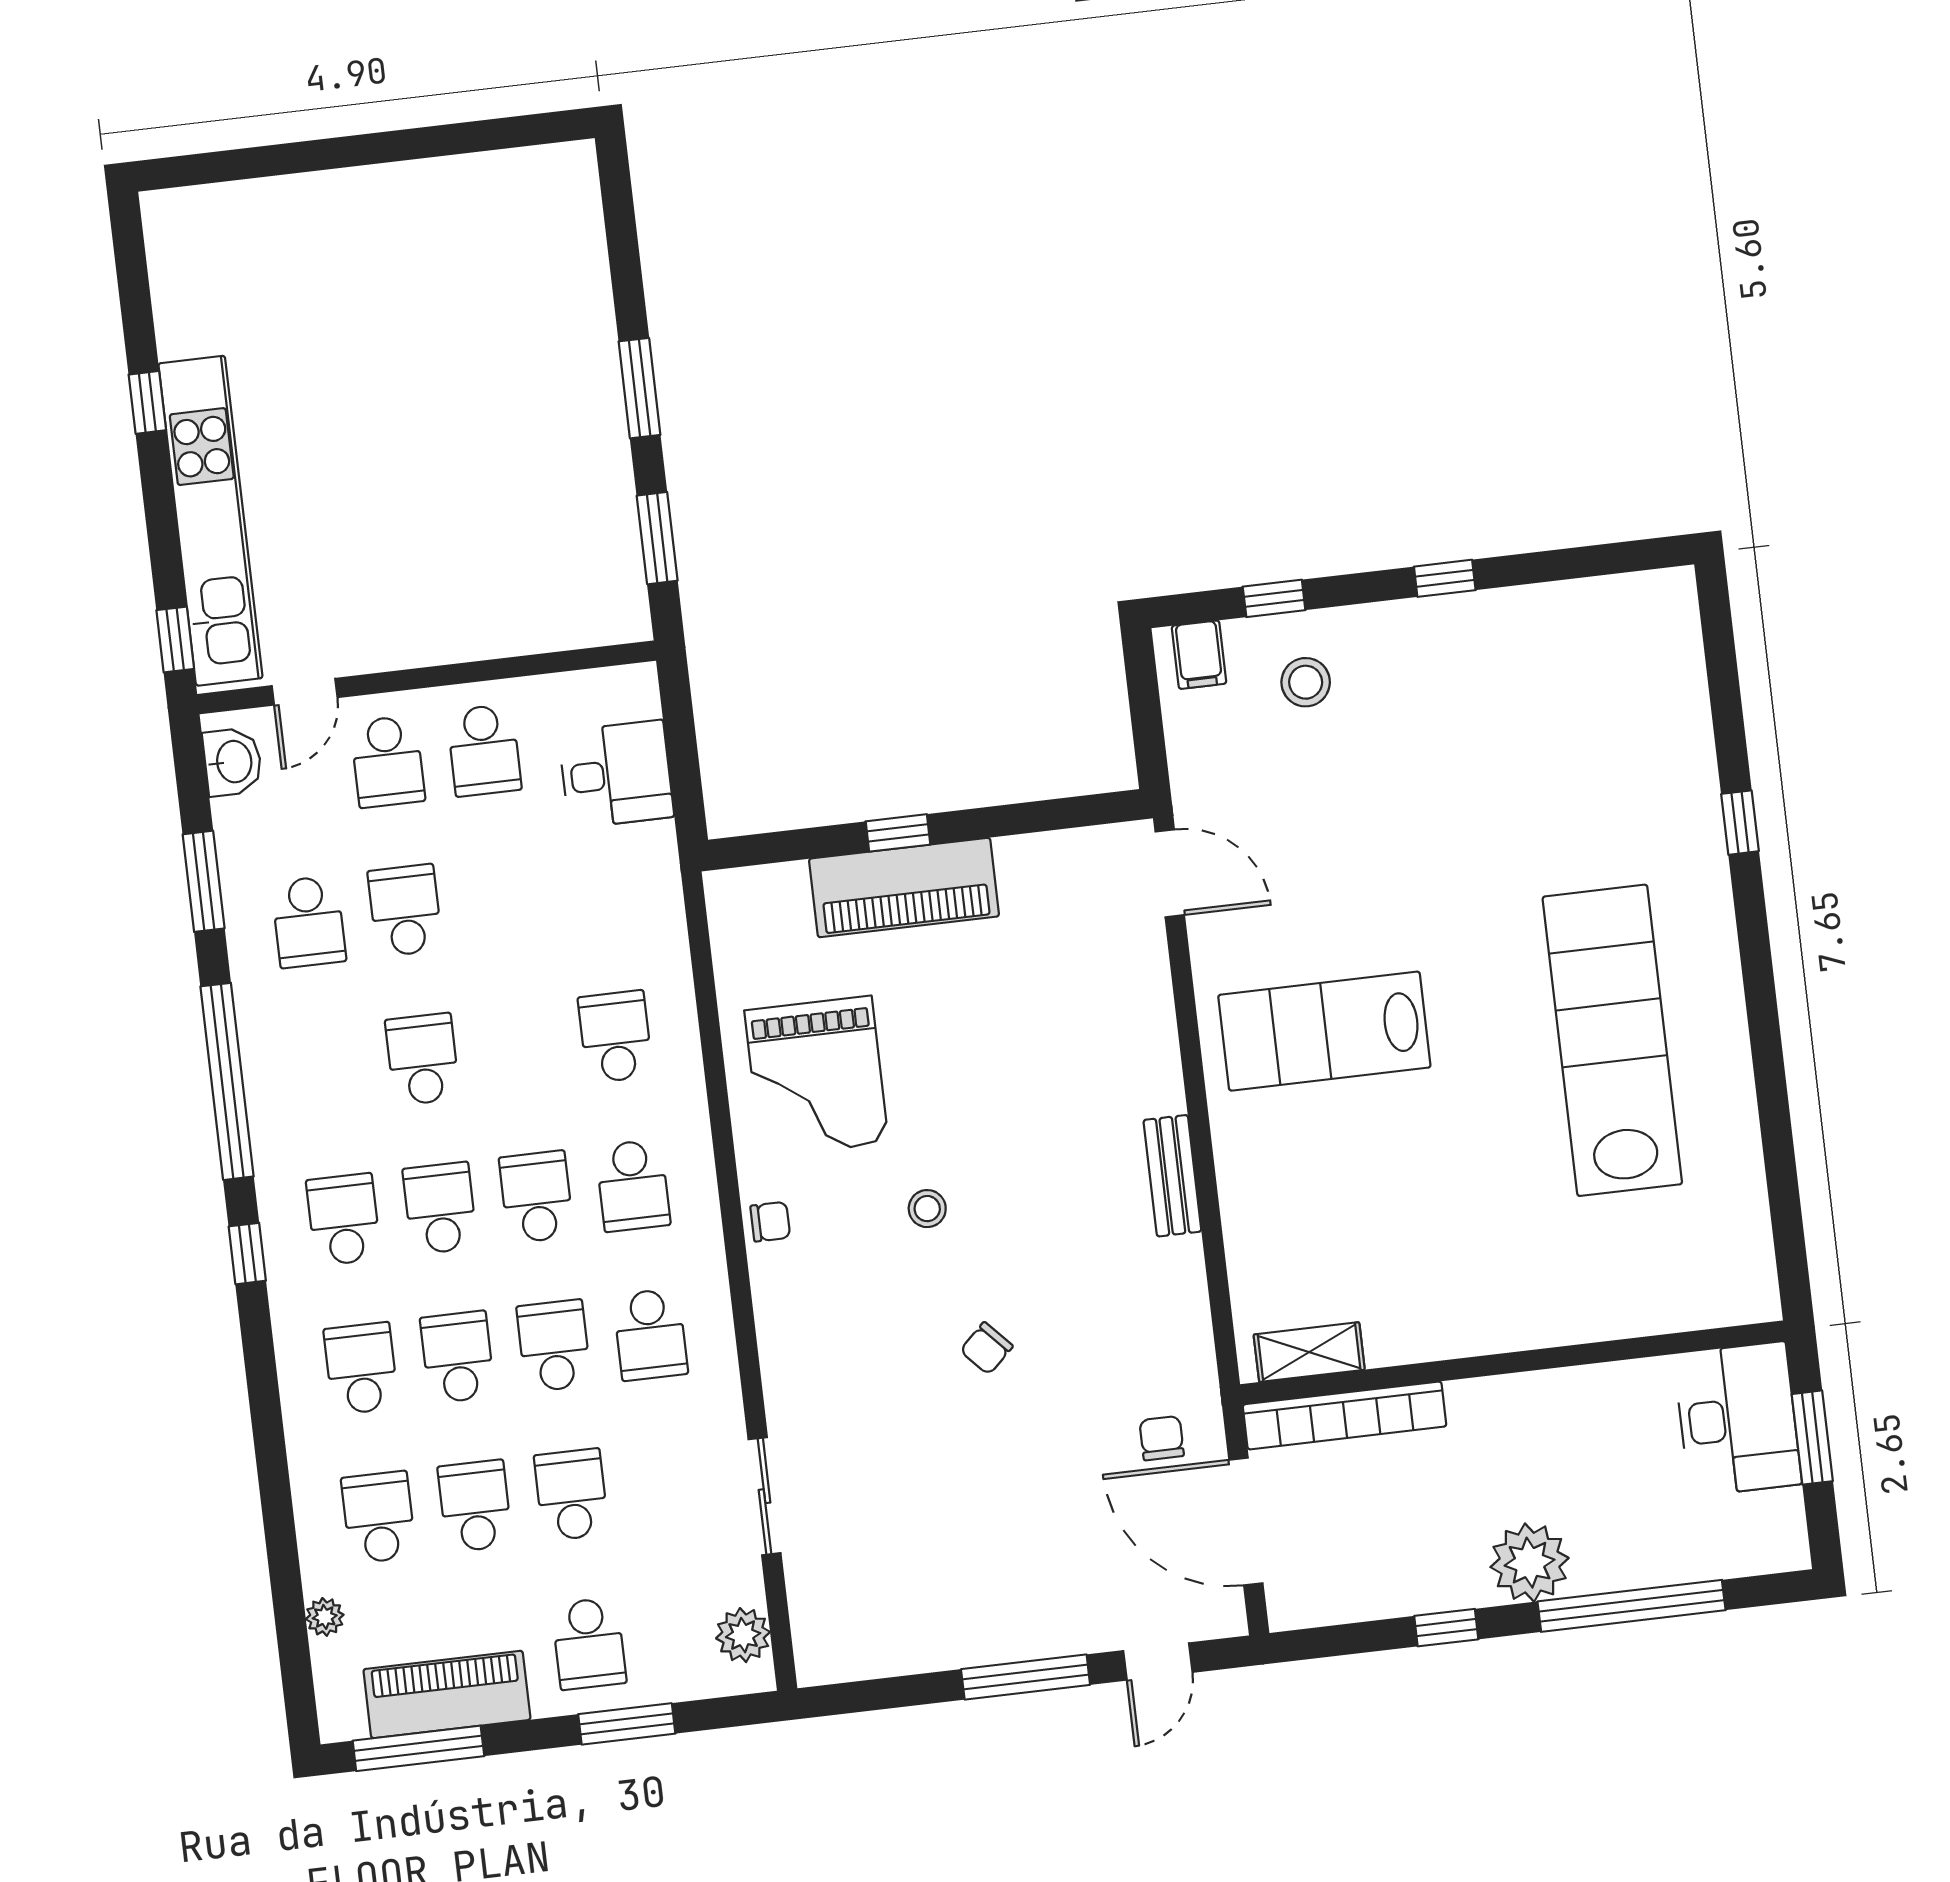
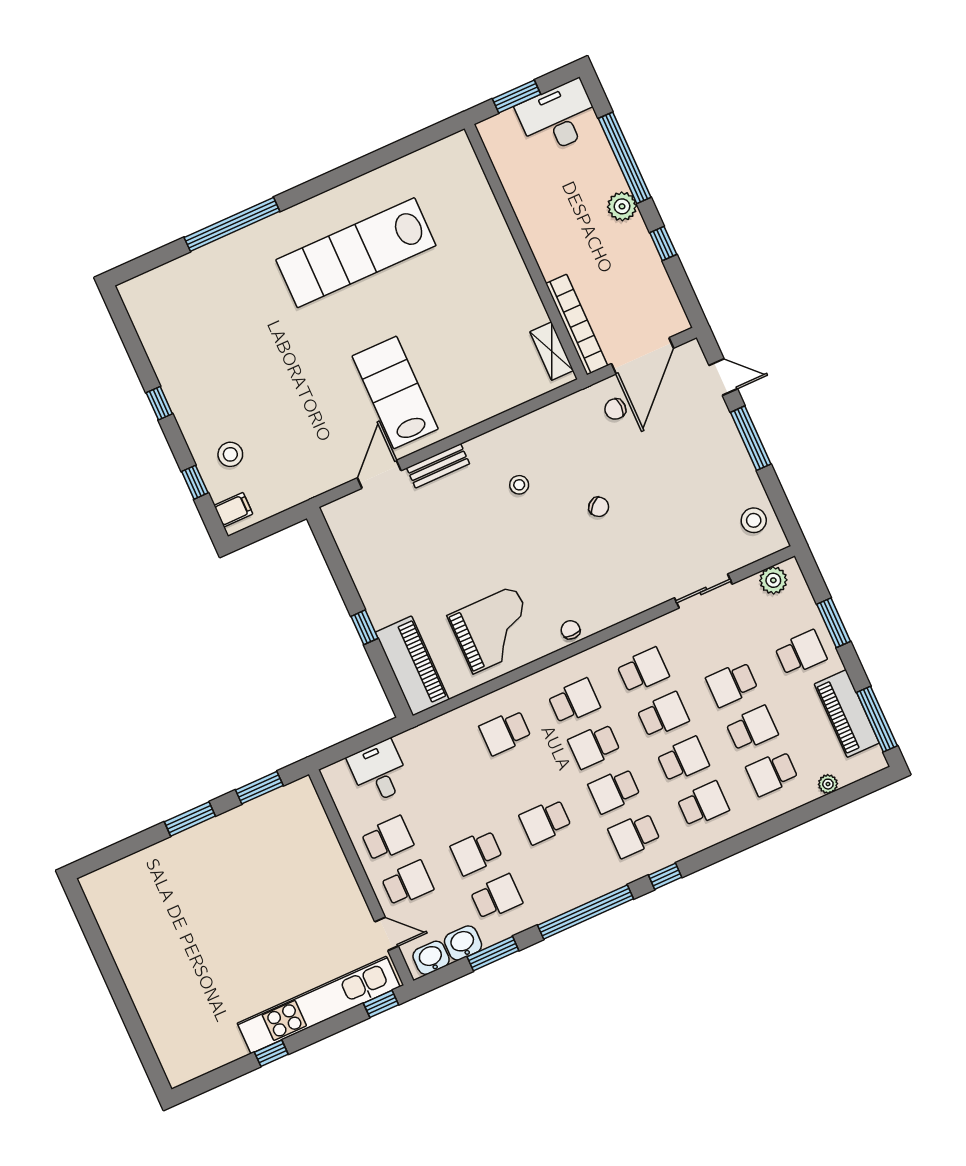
window: (1740, 823) -> (232, 224), width x3.17
washbasin: (242, 831) -> (463, 943), added
door: (1170, 873) -> (379, 474), moved
piano: (904, 888) -> (412, 666), moved
lab bench: (1324, 1031) -> (395, 392), turned 180
bench: (1172, 1176) -> (438, 466), moved
stool: (927, 1209) -> (519, 485), moved
school desk: (554, 1346) -> (663, 715), turned 180
school desk: (458, 1357) -> (683, 760), turned 180
school desk: (361, 1368) -> (703, 804), turned 180
desk: (1738, 1419) -> (558, 117), moved
school desk: (475, 1506) -> (752, 729), turned 180
plant: (1530, 1563) -> (622, 206), width x0.73, depth x0.73
stool: (868, 1634) -> (754, 520), added

